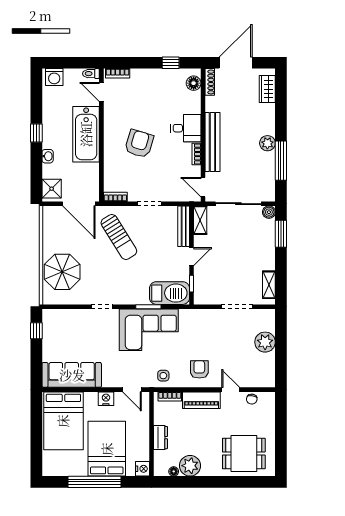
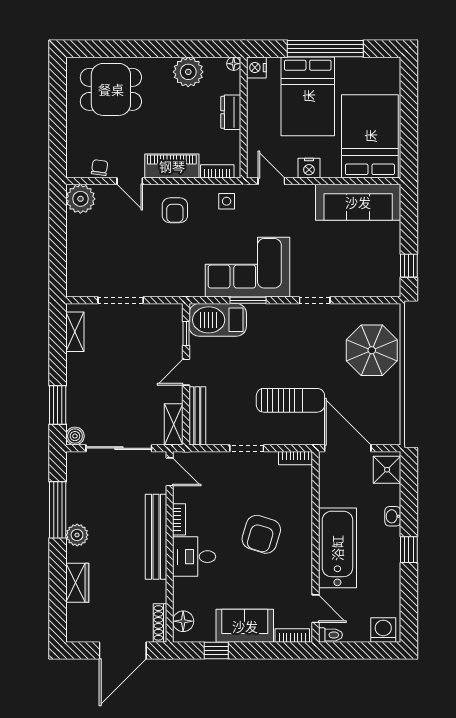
sofa: (151, 80) -> (245, 626), added
wardrobe: (267, 89) -> (77, 583), moved
sun lounger: (119, 237) -> (290, 400), turned 122
plant: (265, 342) -> (80, 199), moved
floor lamp: (174, 471) -> (234, 64), moved

